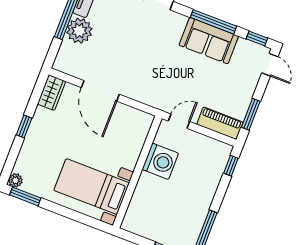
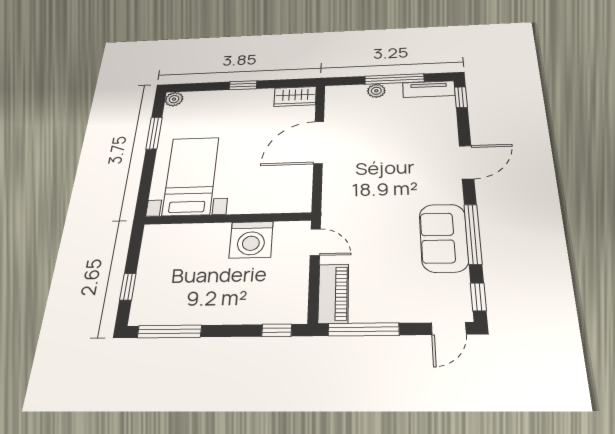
plant: (79, 31) -> (376, 91), width x0.53, depth x0.53
window: (251, 114) -> (364, 329), width x1.44
window: (25, 196) -> (154, 133), moved

